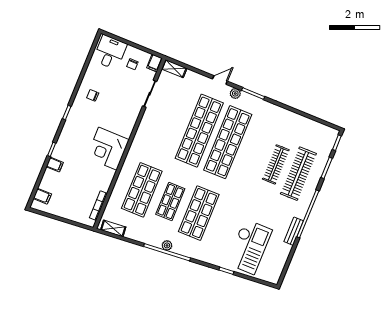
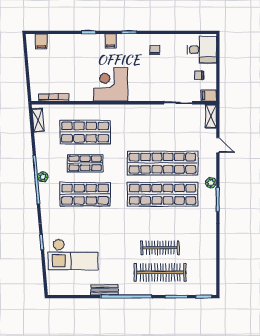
door: (220, 80) -> (218, 145), moved
filing cabinet: (55, 165) -> (111, 41), moved

